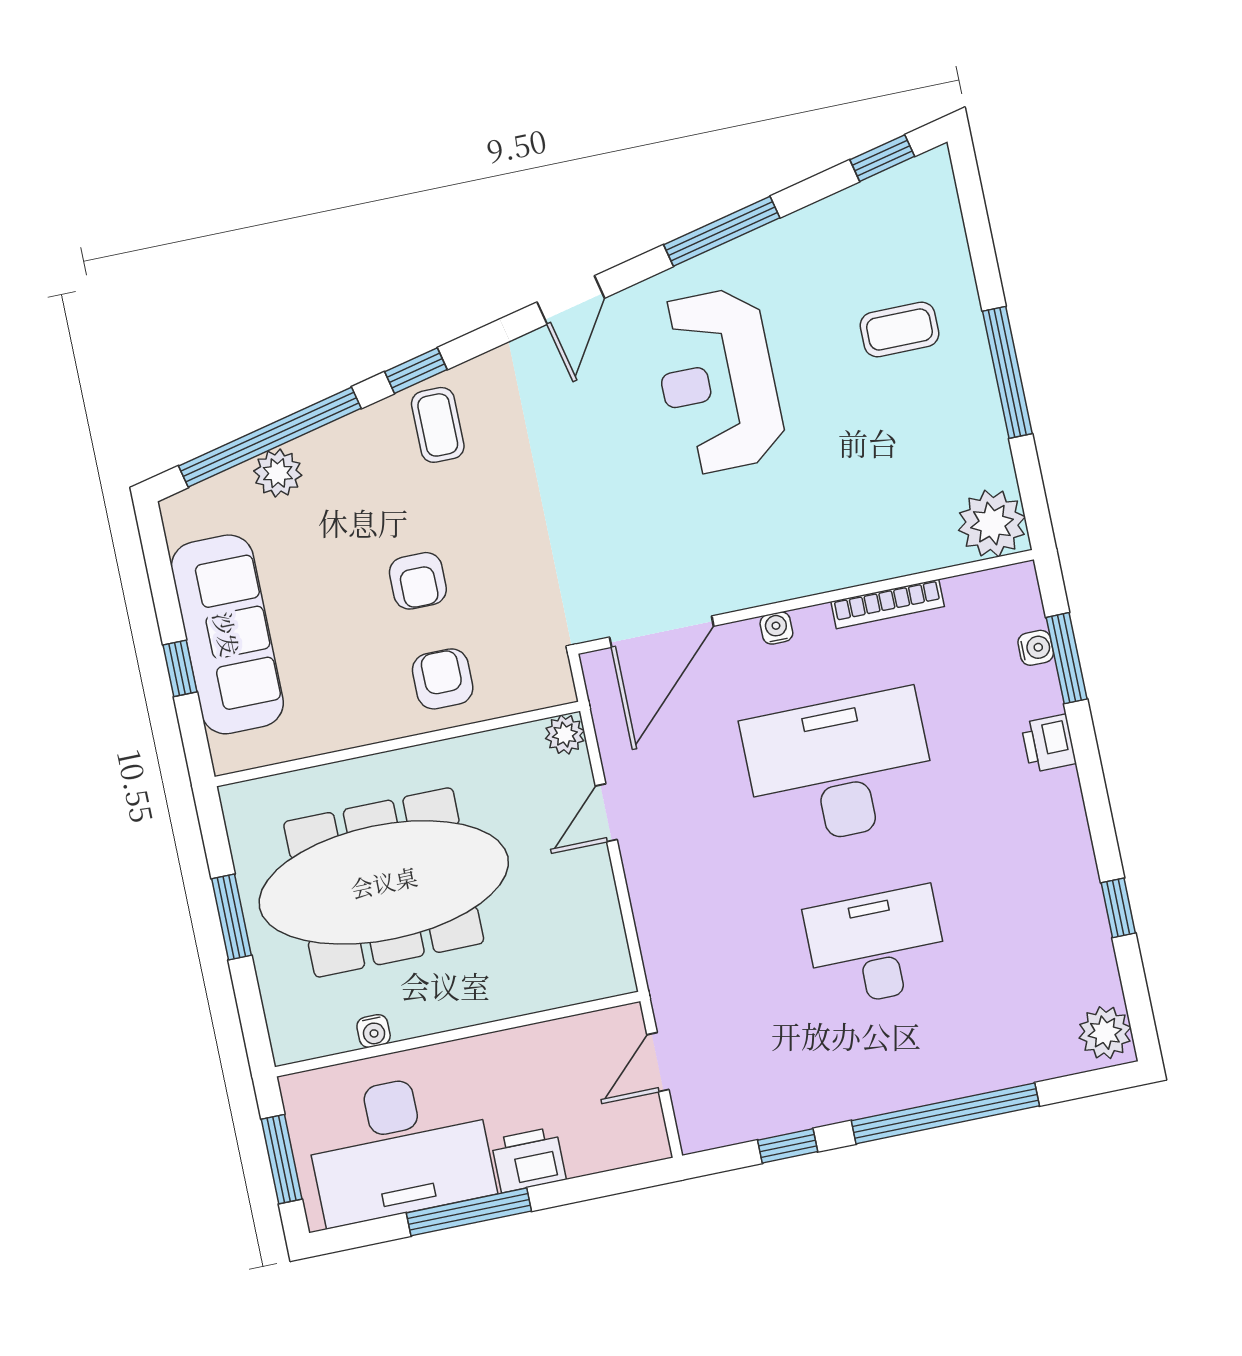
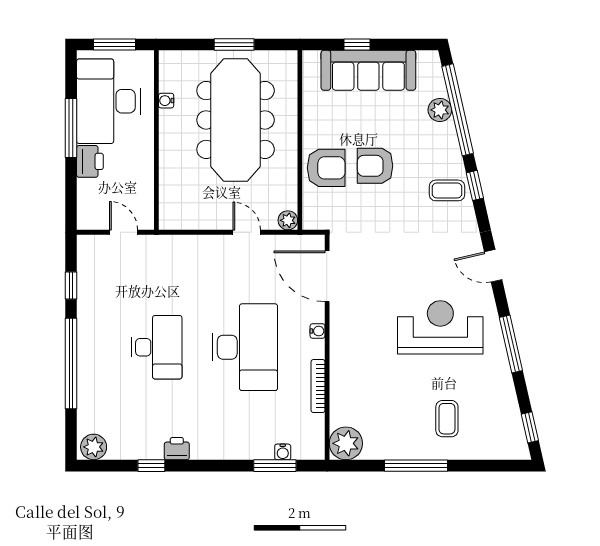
armchair: (418, 581) -> (375, 166), width x1.38, depth x1.38
armchair: (443, 679) -> (326, 168), width x1.38, depth x1.38
printer: (1049, 743) -> (177, 449), moved

